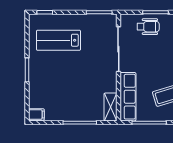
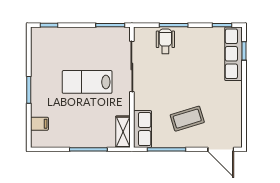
wheelchair: (148, 27) -> (165, 41), turned -90
lab bench: (58, 40) -> (87, 82), moved
row of seats: (128, 97) -> (143, 129), width x0.68
filing cabinet: (36, 114) -> (39, 124), moved

